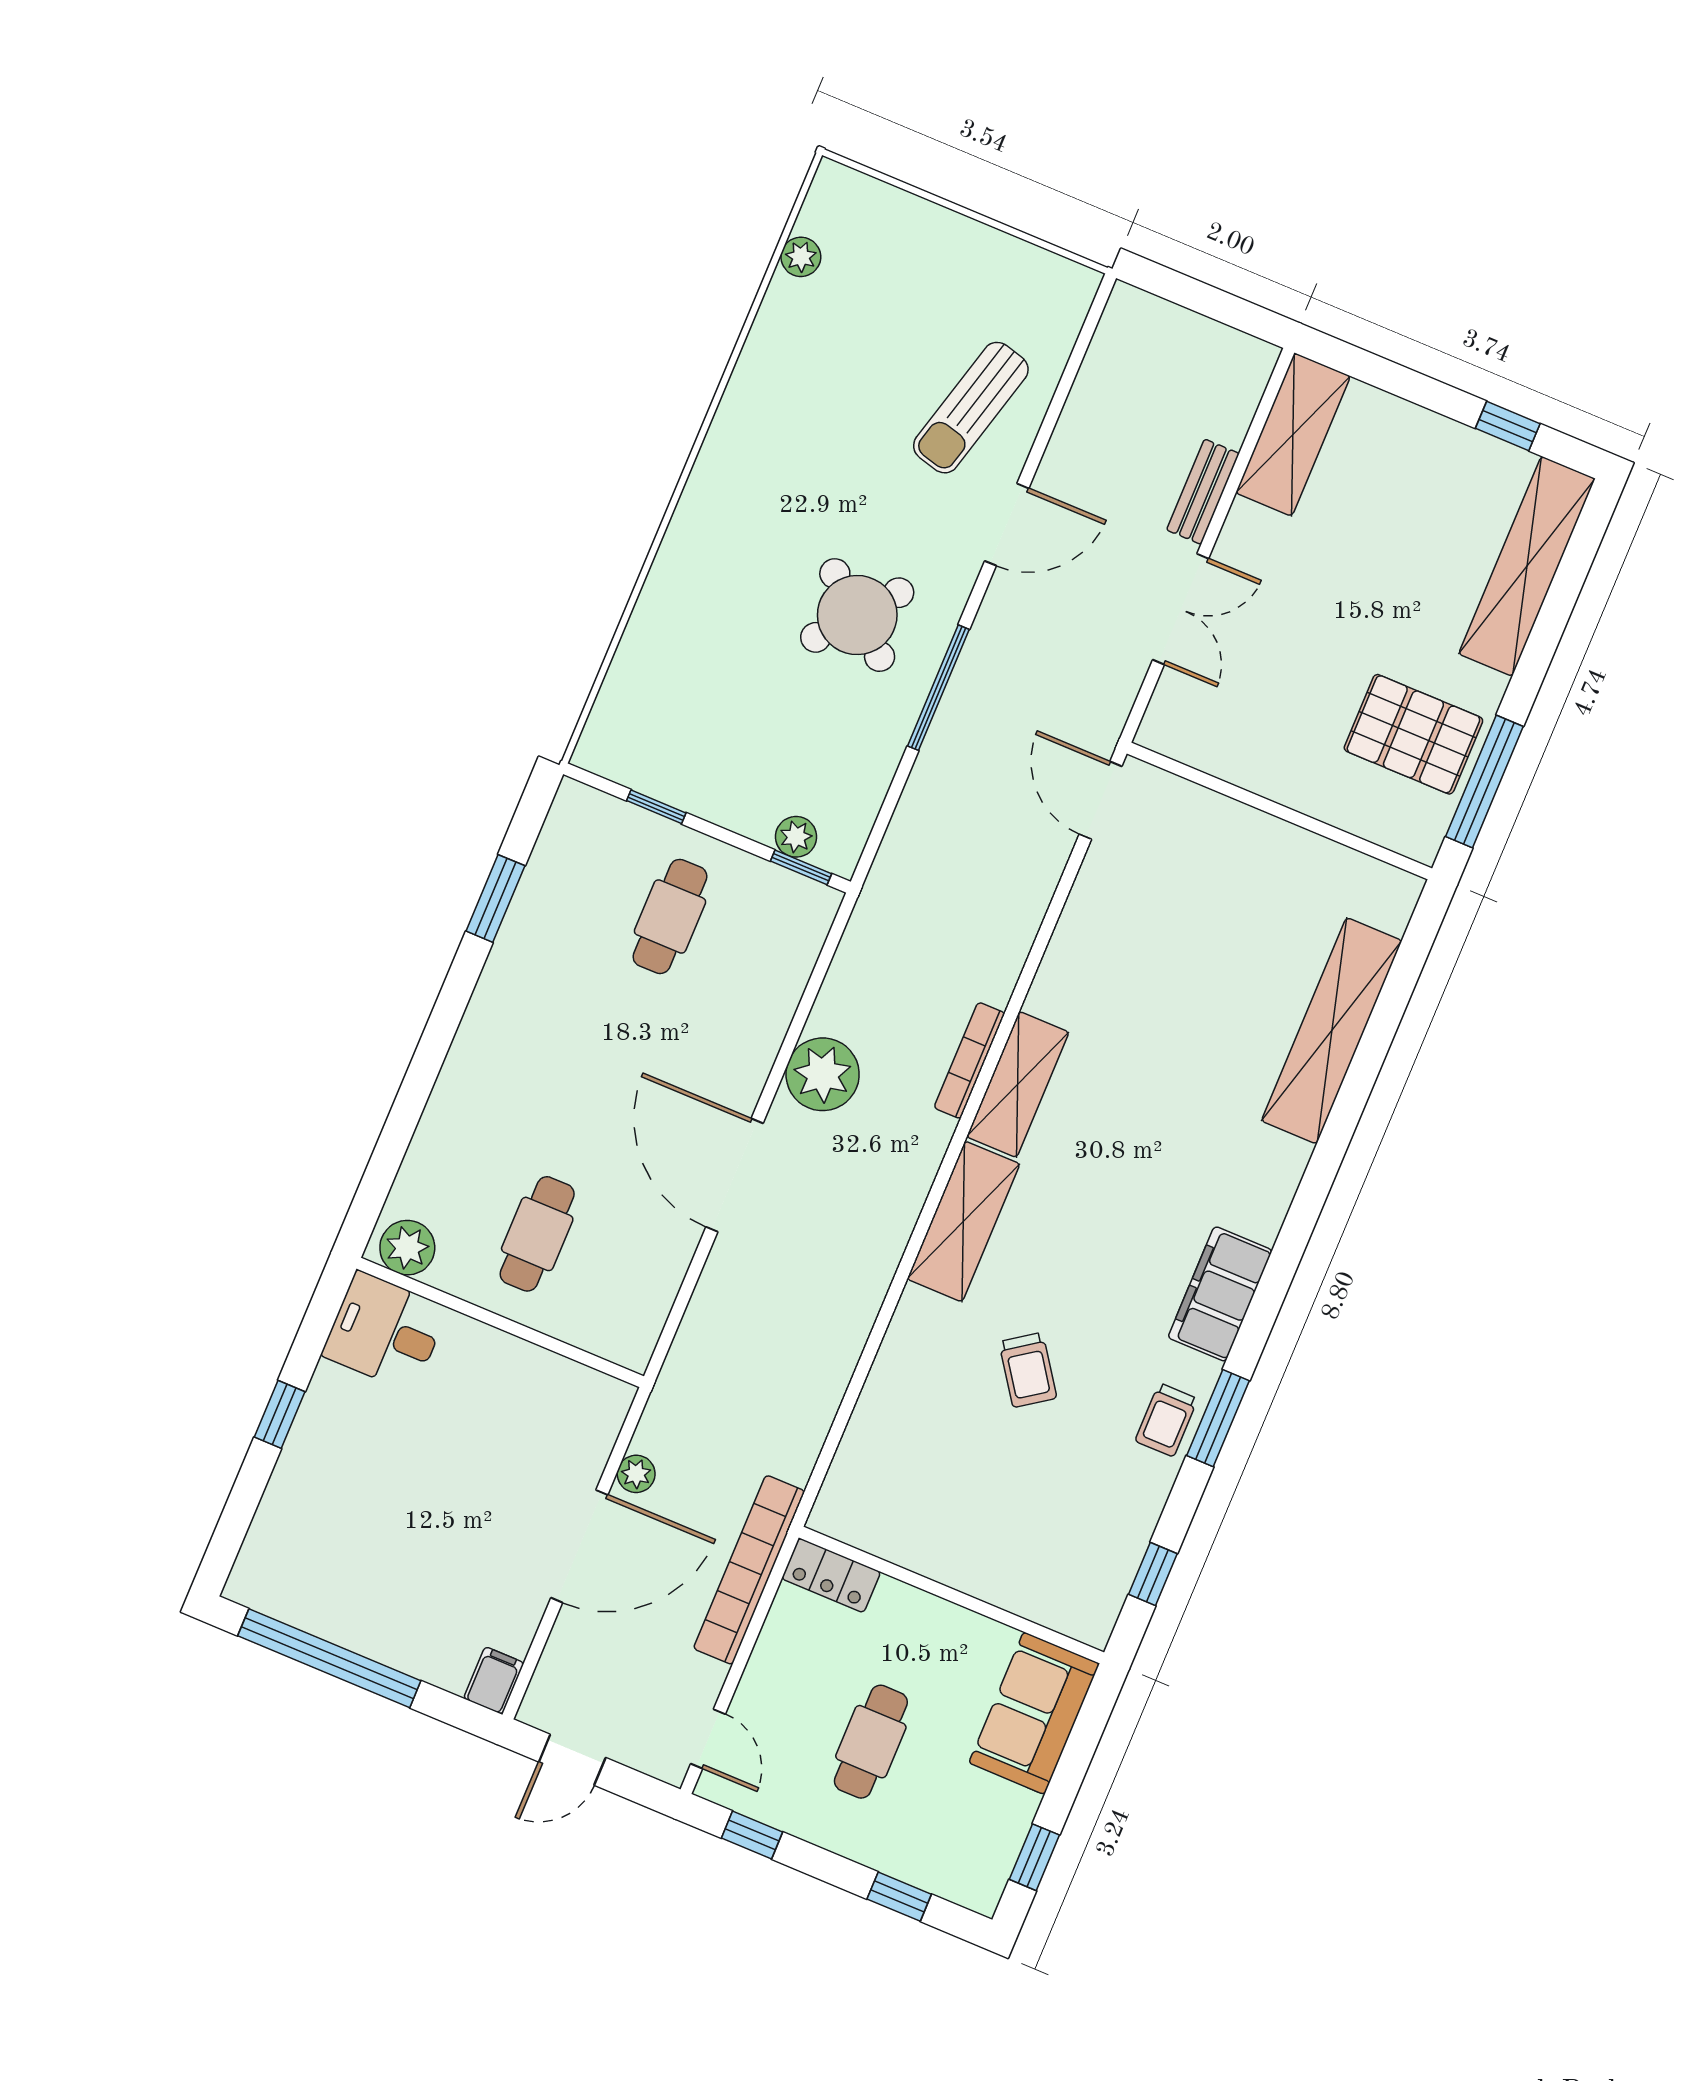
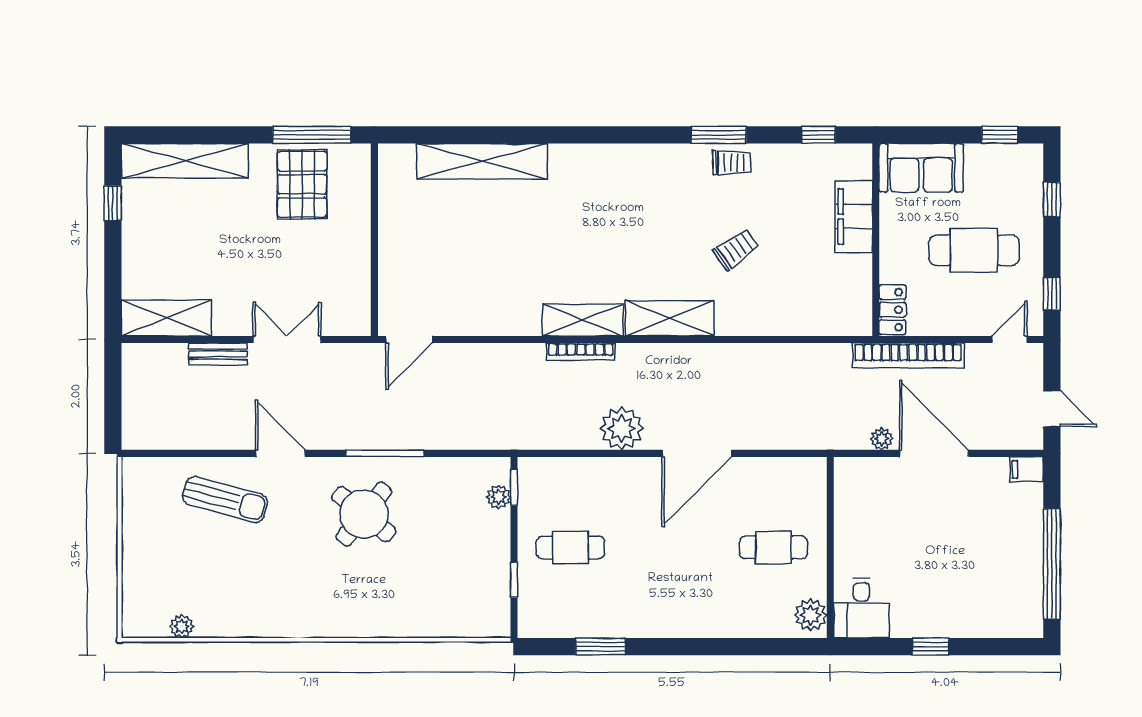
filing cabinet: (1220, 1294) -> (854, 217), moved, turned 90
cafe table: (871, 1742) -> (974, 250), width x1.37, depth x1.35

